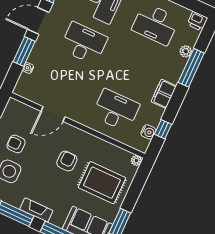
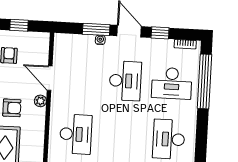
water cooler: (28, 68) -> (100, 40), moved
plant: (71, 131) -> (40, 101), added

